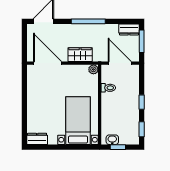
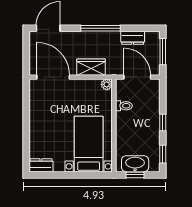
dresser: (129, 29) -> (133, 38), moved
washbasin: (112, 140) -> (135, 164), width x1.91, depth x1.45

